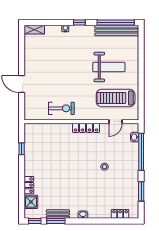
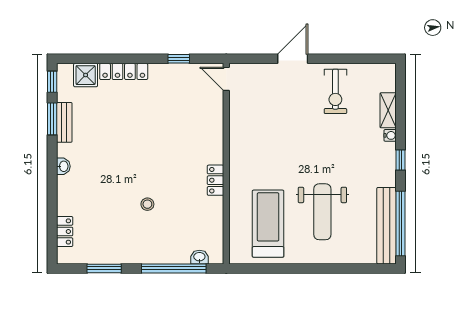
shelving: (34, 30) -> (388, 110), moved
exercise bike: (61, 108) -> (335, 91), moved
door: (115, 122) -> (226, 79), moved
locker: (86, 128) -> (216, 180), width x0.66
locker: (29, 185) -> (124, 71), width x1.53

